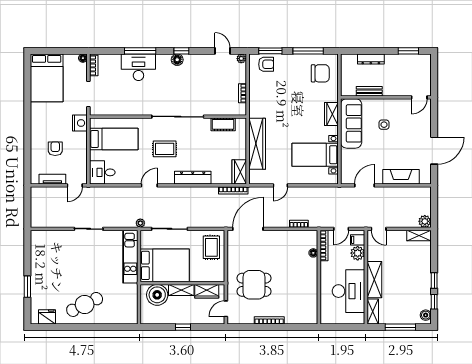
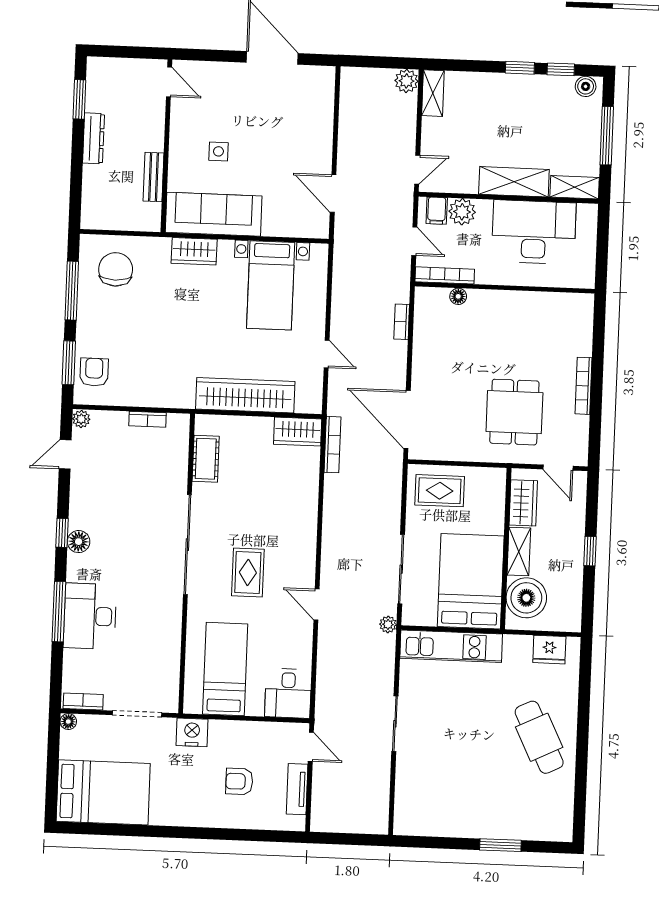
dresser: (371, 59) -> (93, 138), moved
fireplace: (401, 177) -> (319, 123), removed
dresser: (193, 178) -> (305, 521), removed
fridge: (47, 317) -> (549, 650), moved, turned -90

